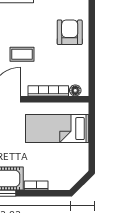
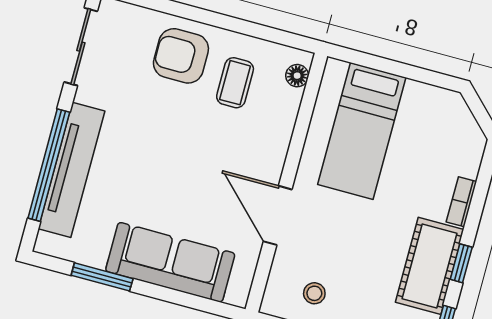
coffee table: (22, 54) -> (235, 83), moved
bookcase: (48, 91) -> (284, 128), removed

